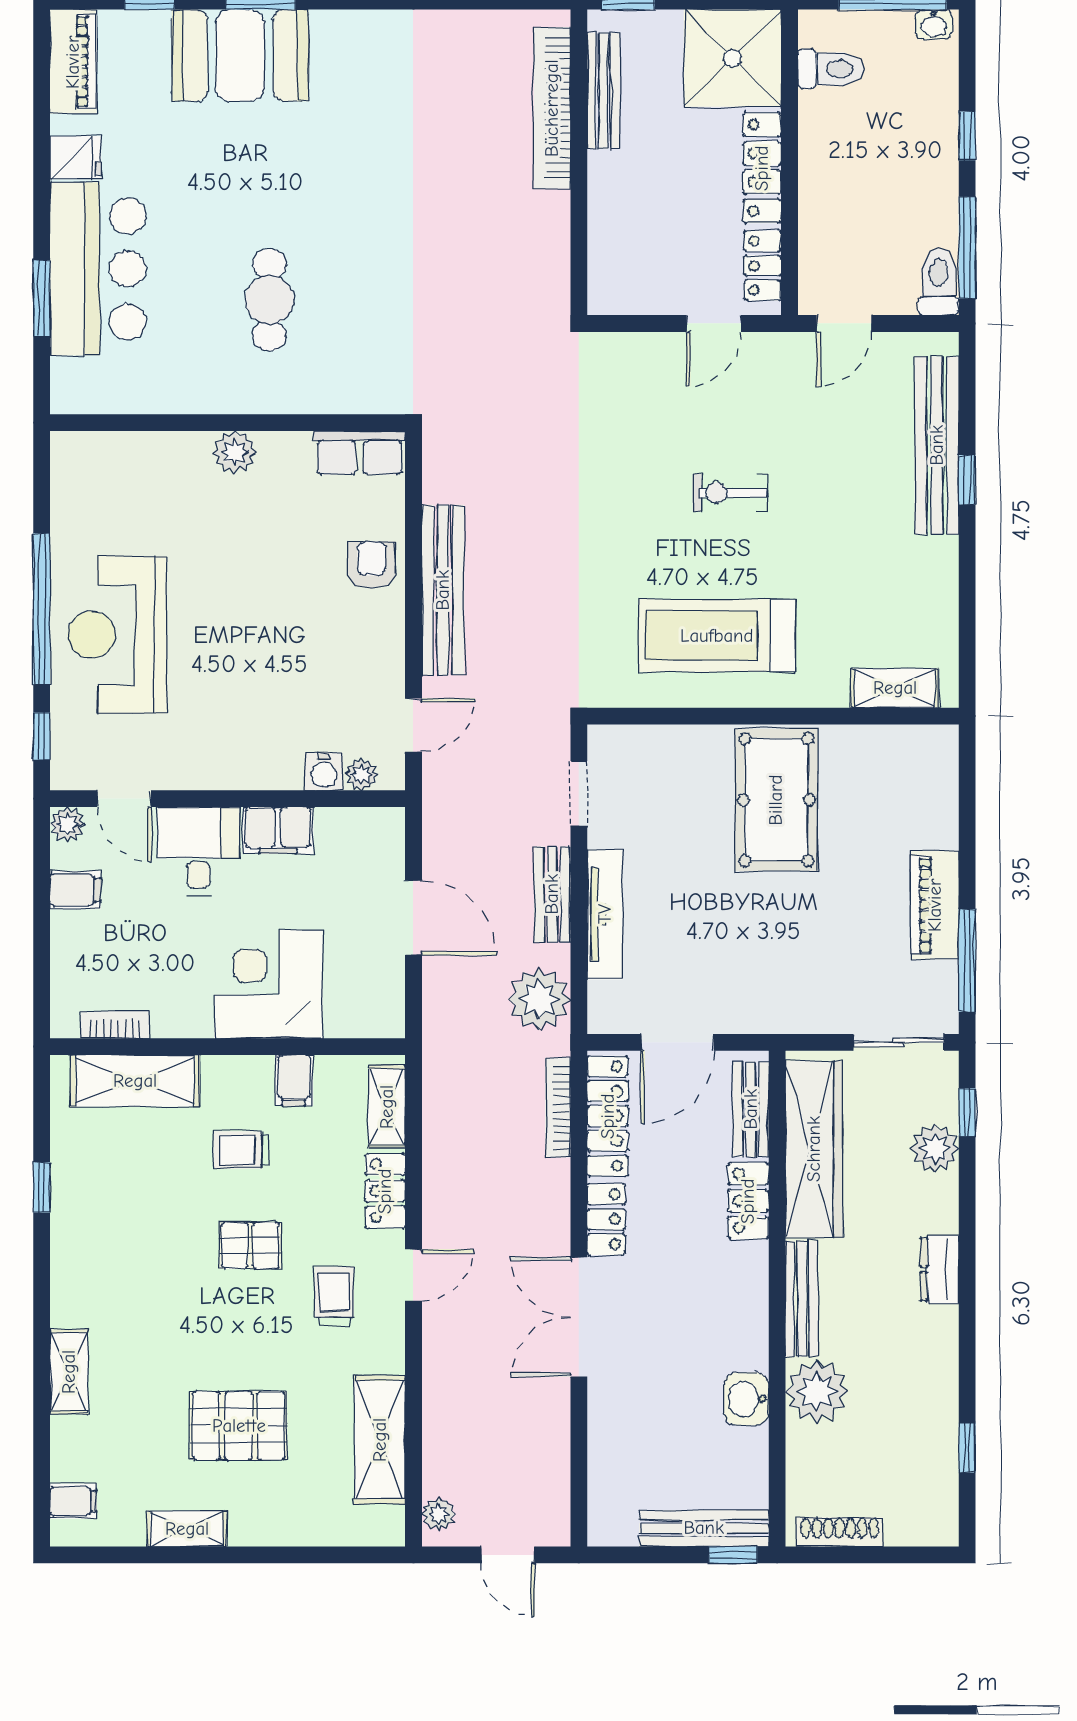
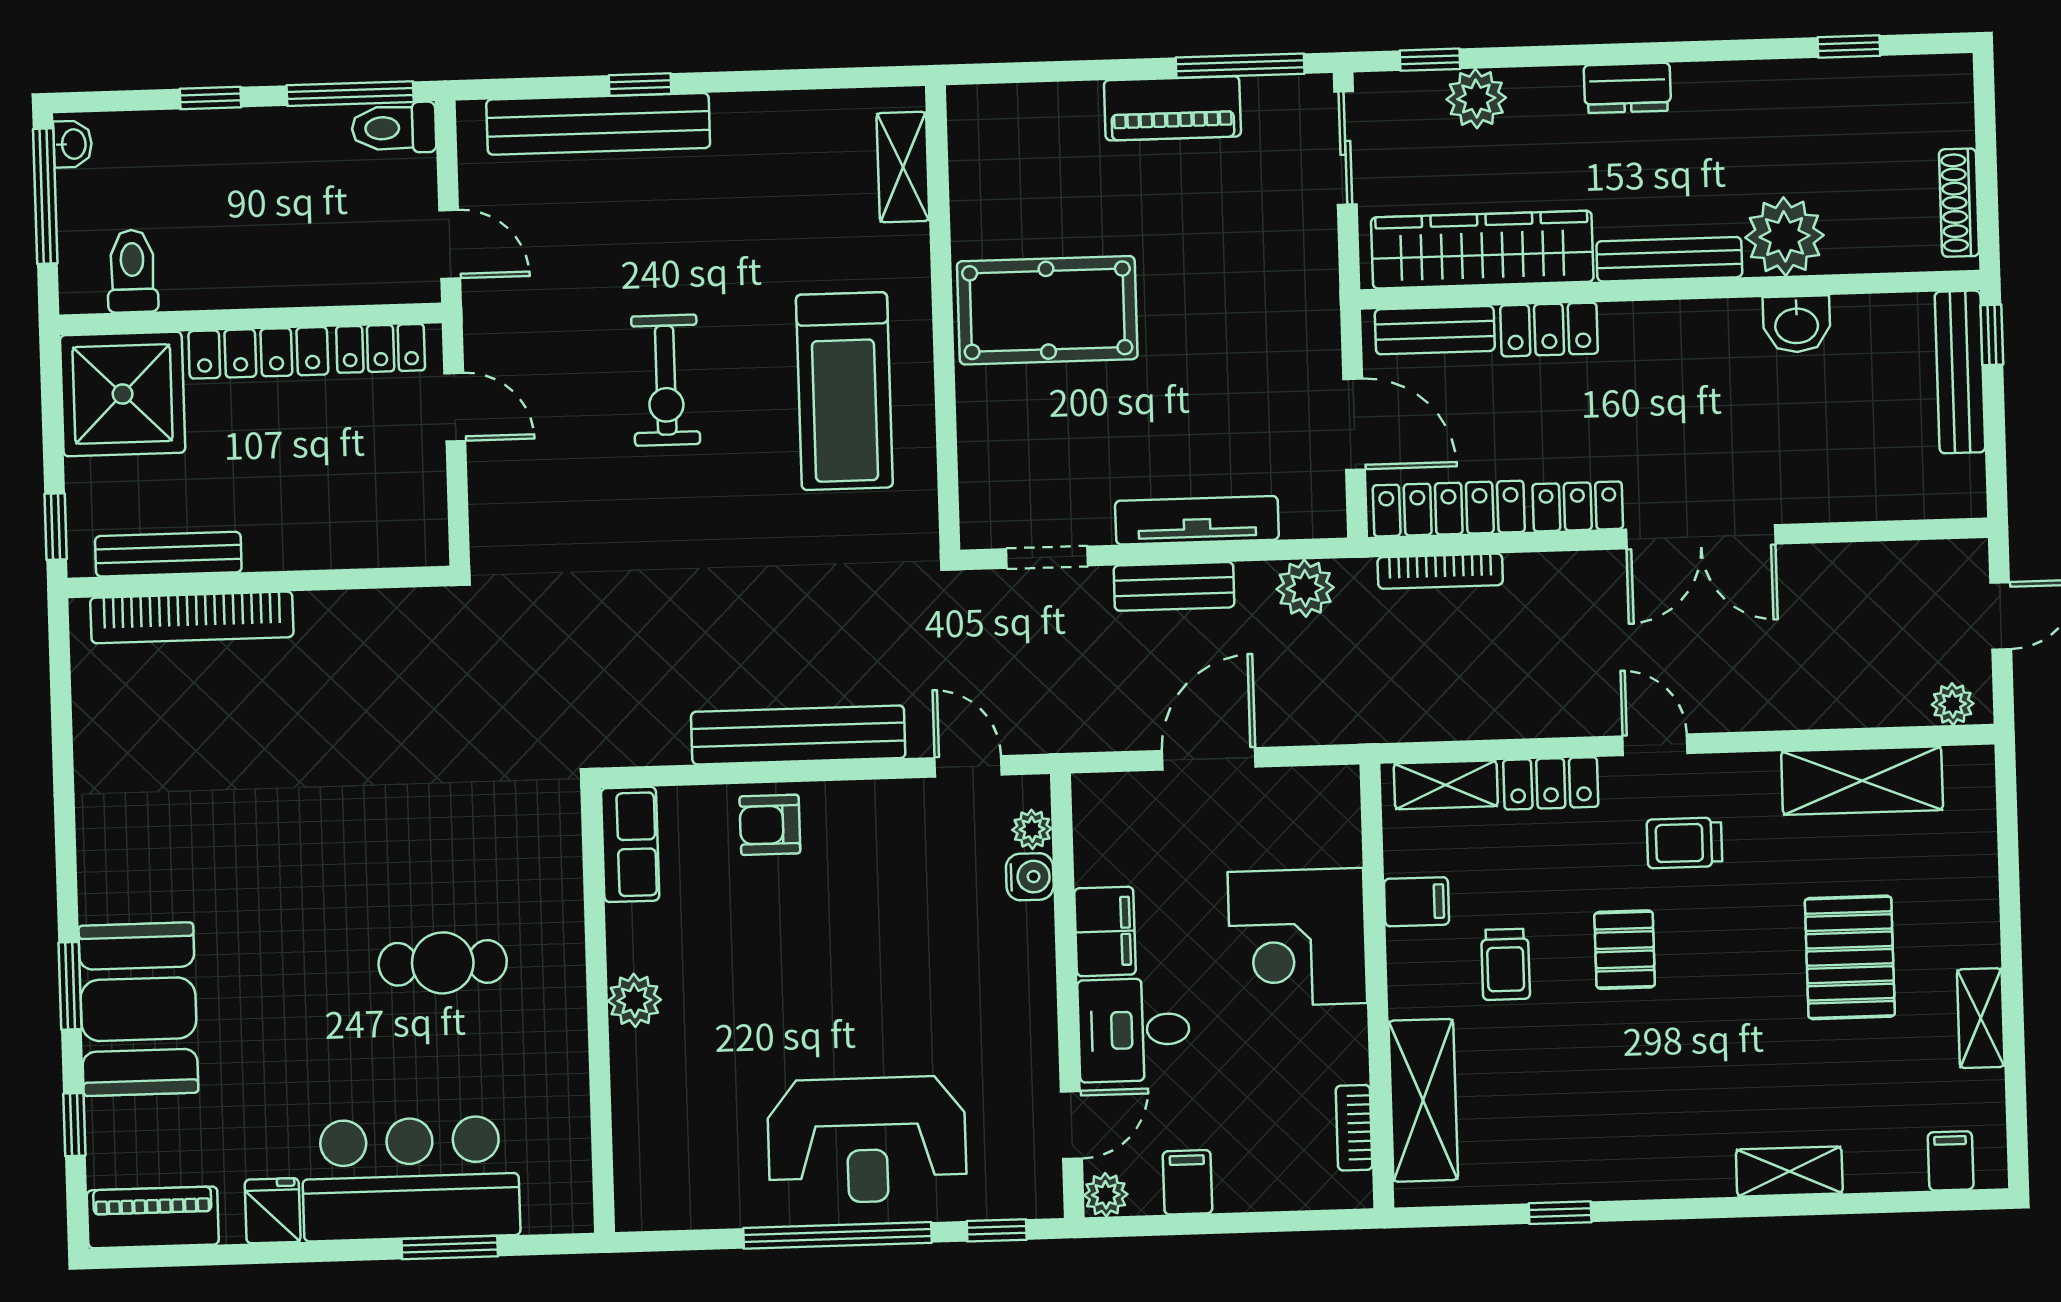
exercise bike: (730, 493) -> (666, 380), width x1.38, depth x1.39
plant: (539, 999) -> (1305, 588), width x0.73, depth x0.73

